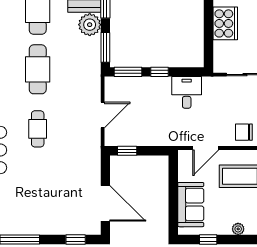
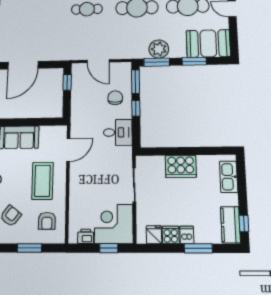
plant: (90, 25) -> (159, 49), moved
chair: (244, 132) -> (115, 98), moved
door: (206, 148) -> (68, 150), swing flipped

